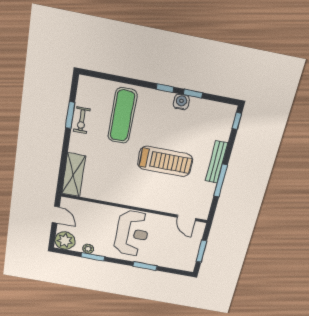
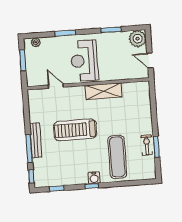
window: (193, 94) -> (57, 189), moved
water cooler: (181, 102) -> (94, 178), moved
shelving: (73, 175) -> (104, 91), moved, turned 90
window: (221, 181) -> (29, 149), moved
door: (186, 218) -> (56, 86), moved
plant: (88, 249) -> (36, 42), moved

